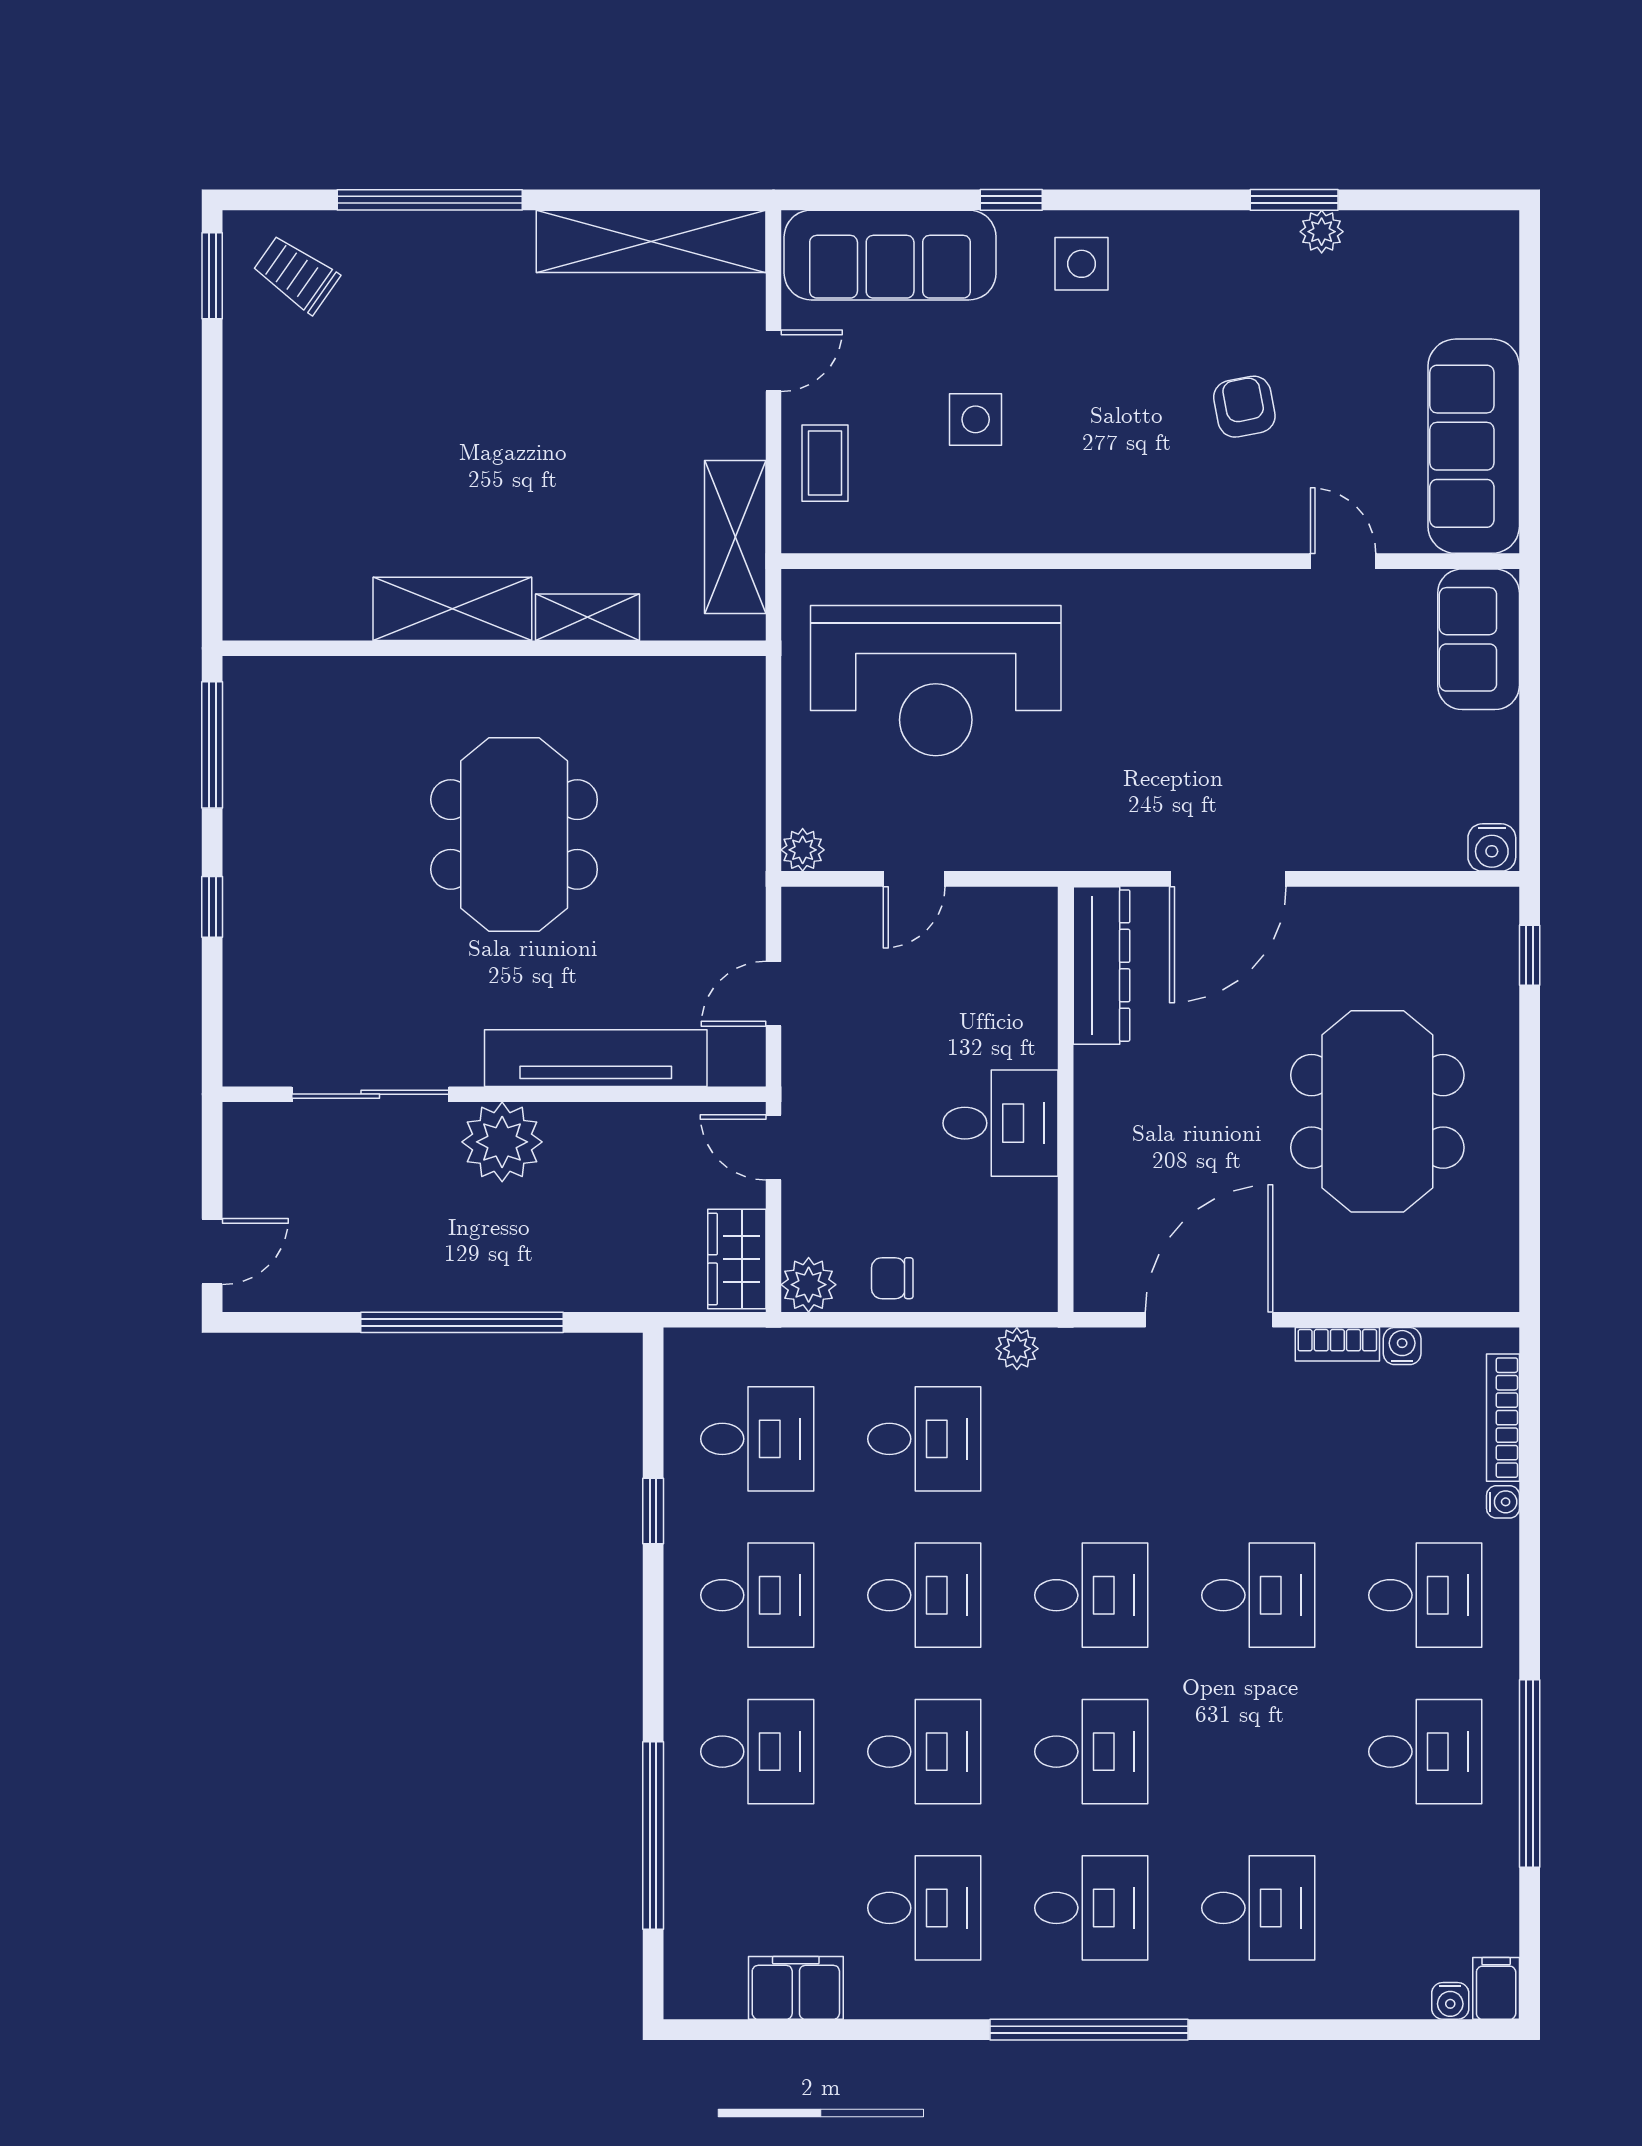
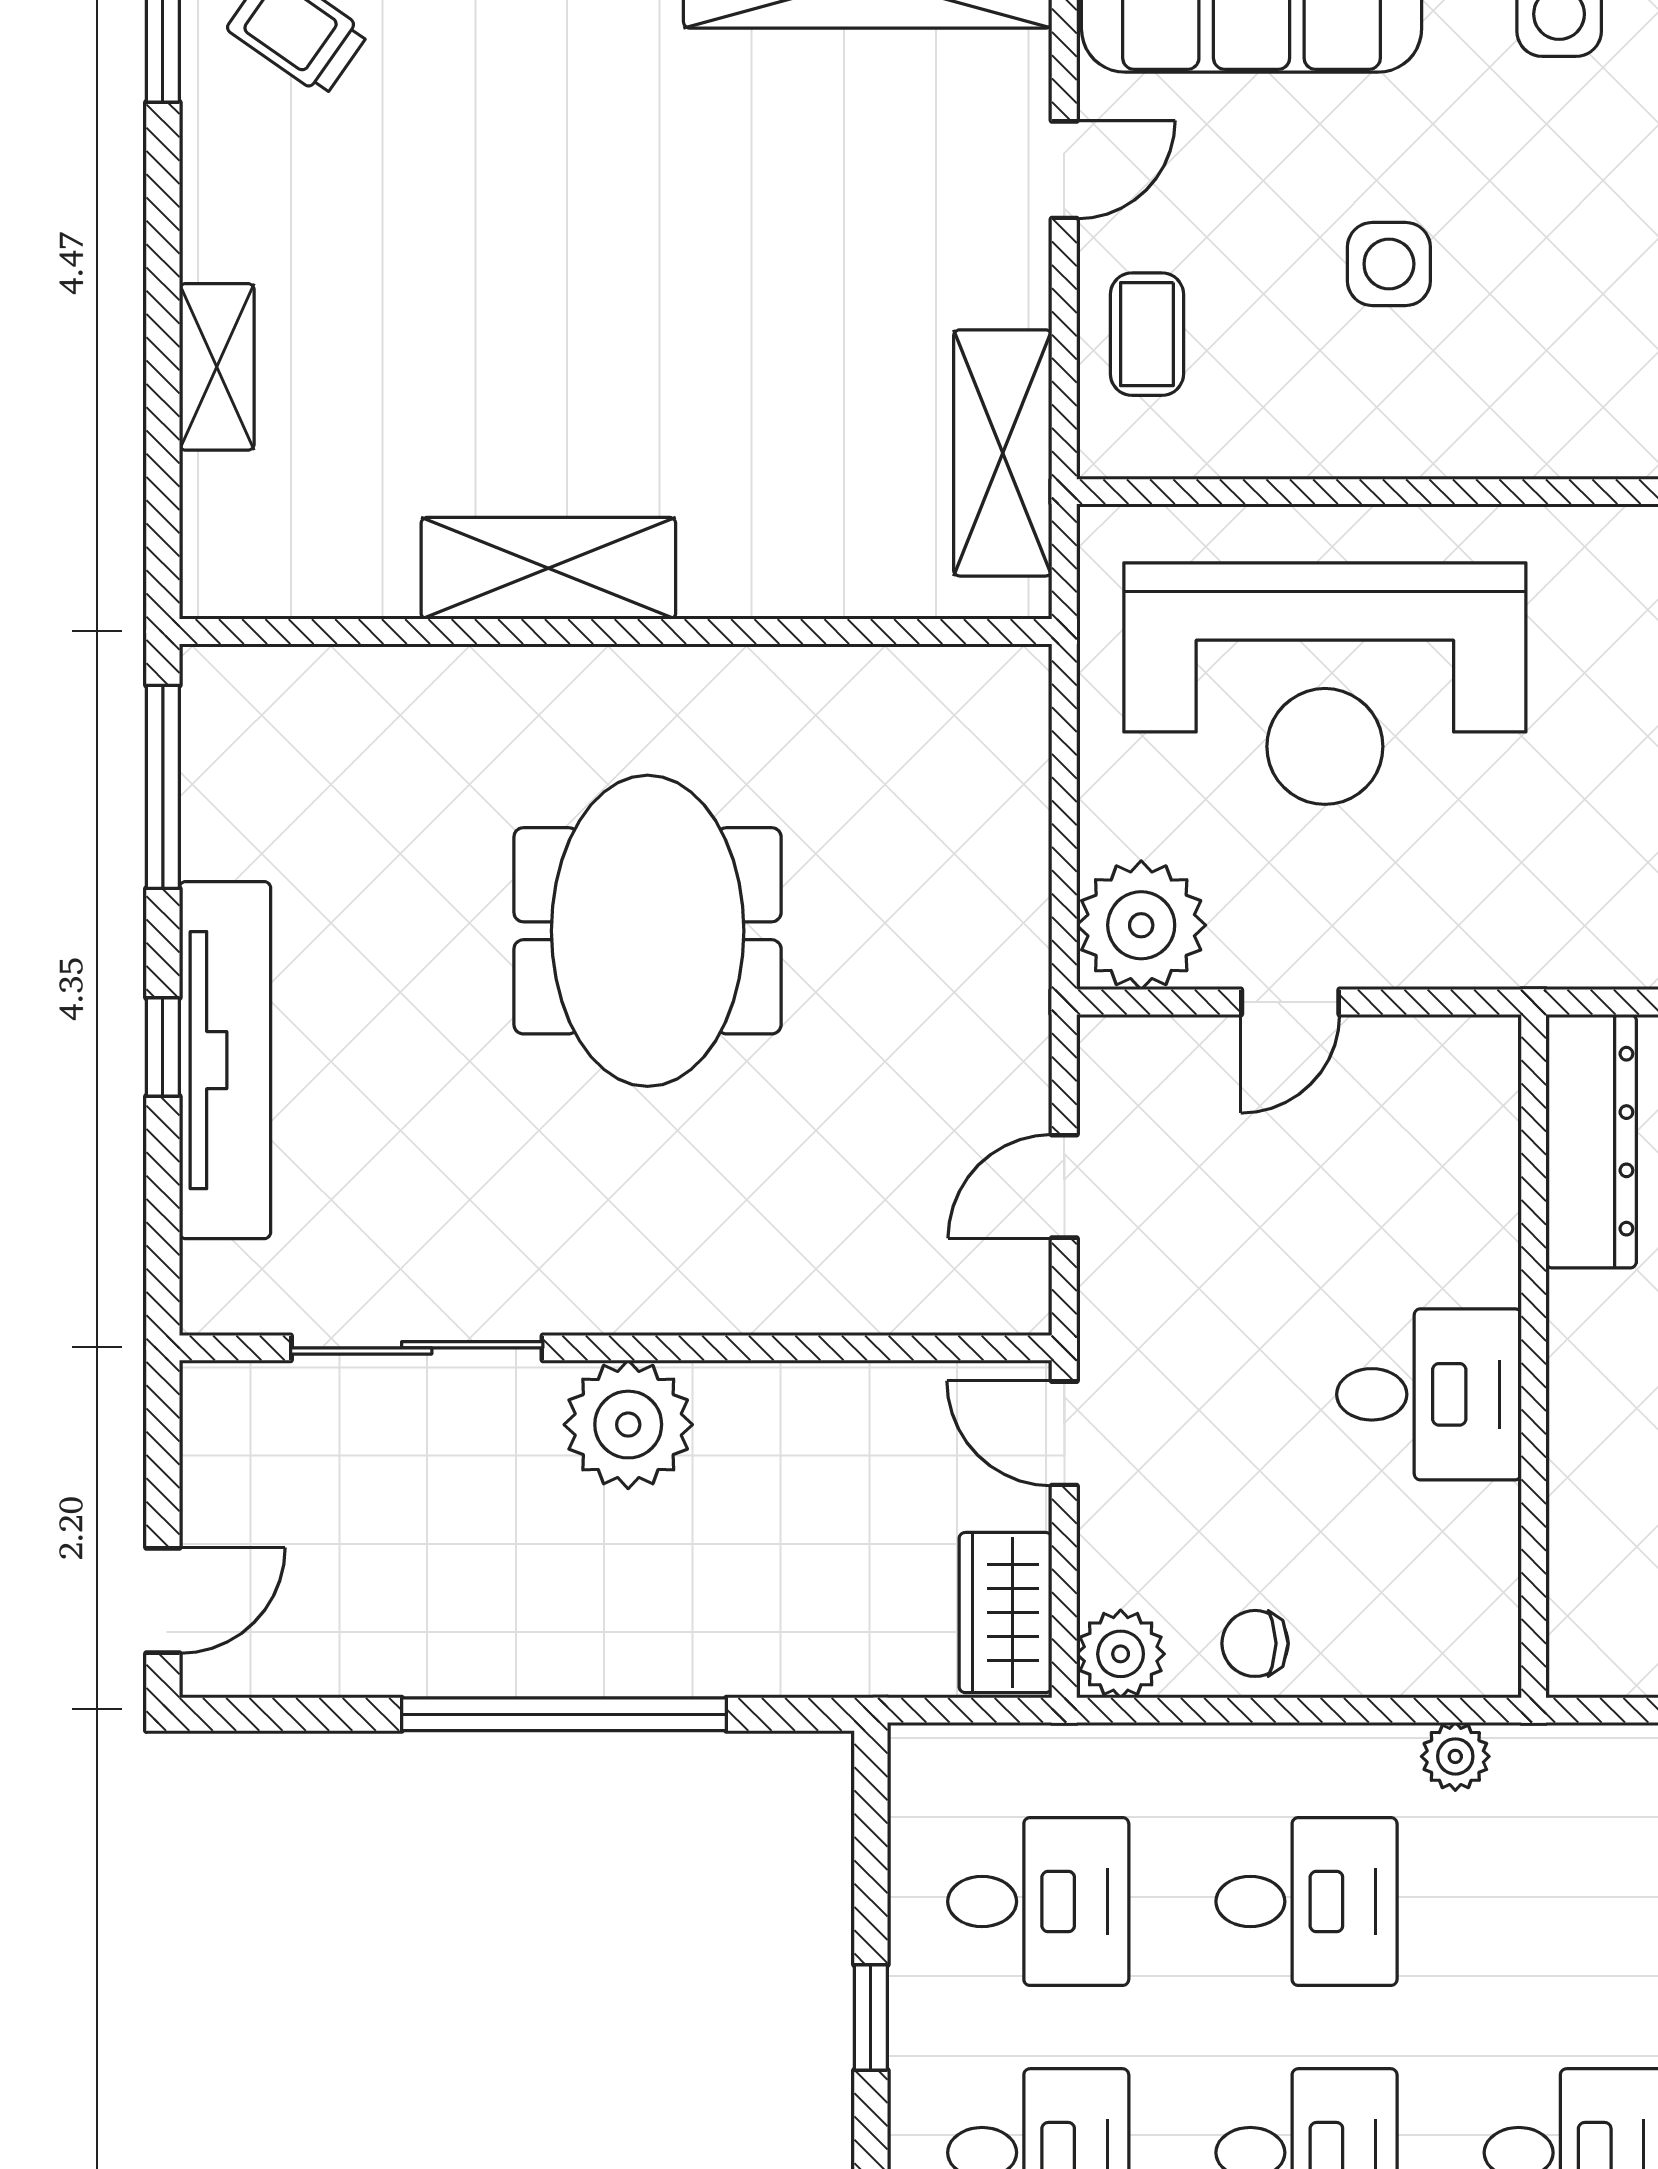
shelving: (588, 617) -> (217, 367), moved, turned 90
plant: (803, 850) -> (1141, 925), width x1.88, depth x1.88
tv unit: (596, 1058) -> (225, 1060), moved, turned 90

